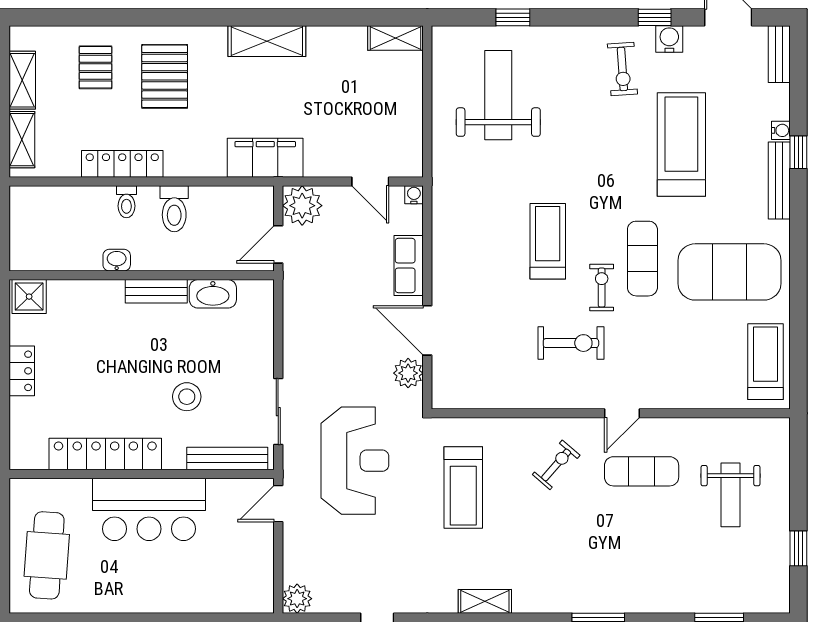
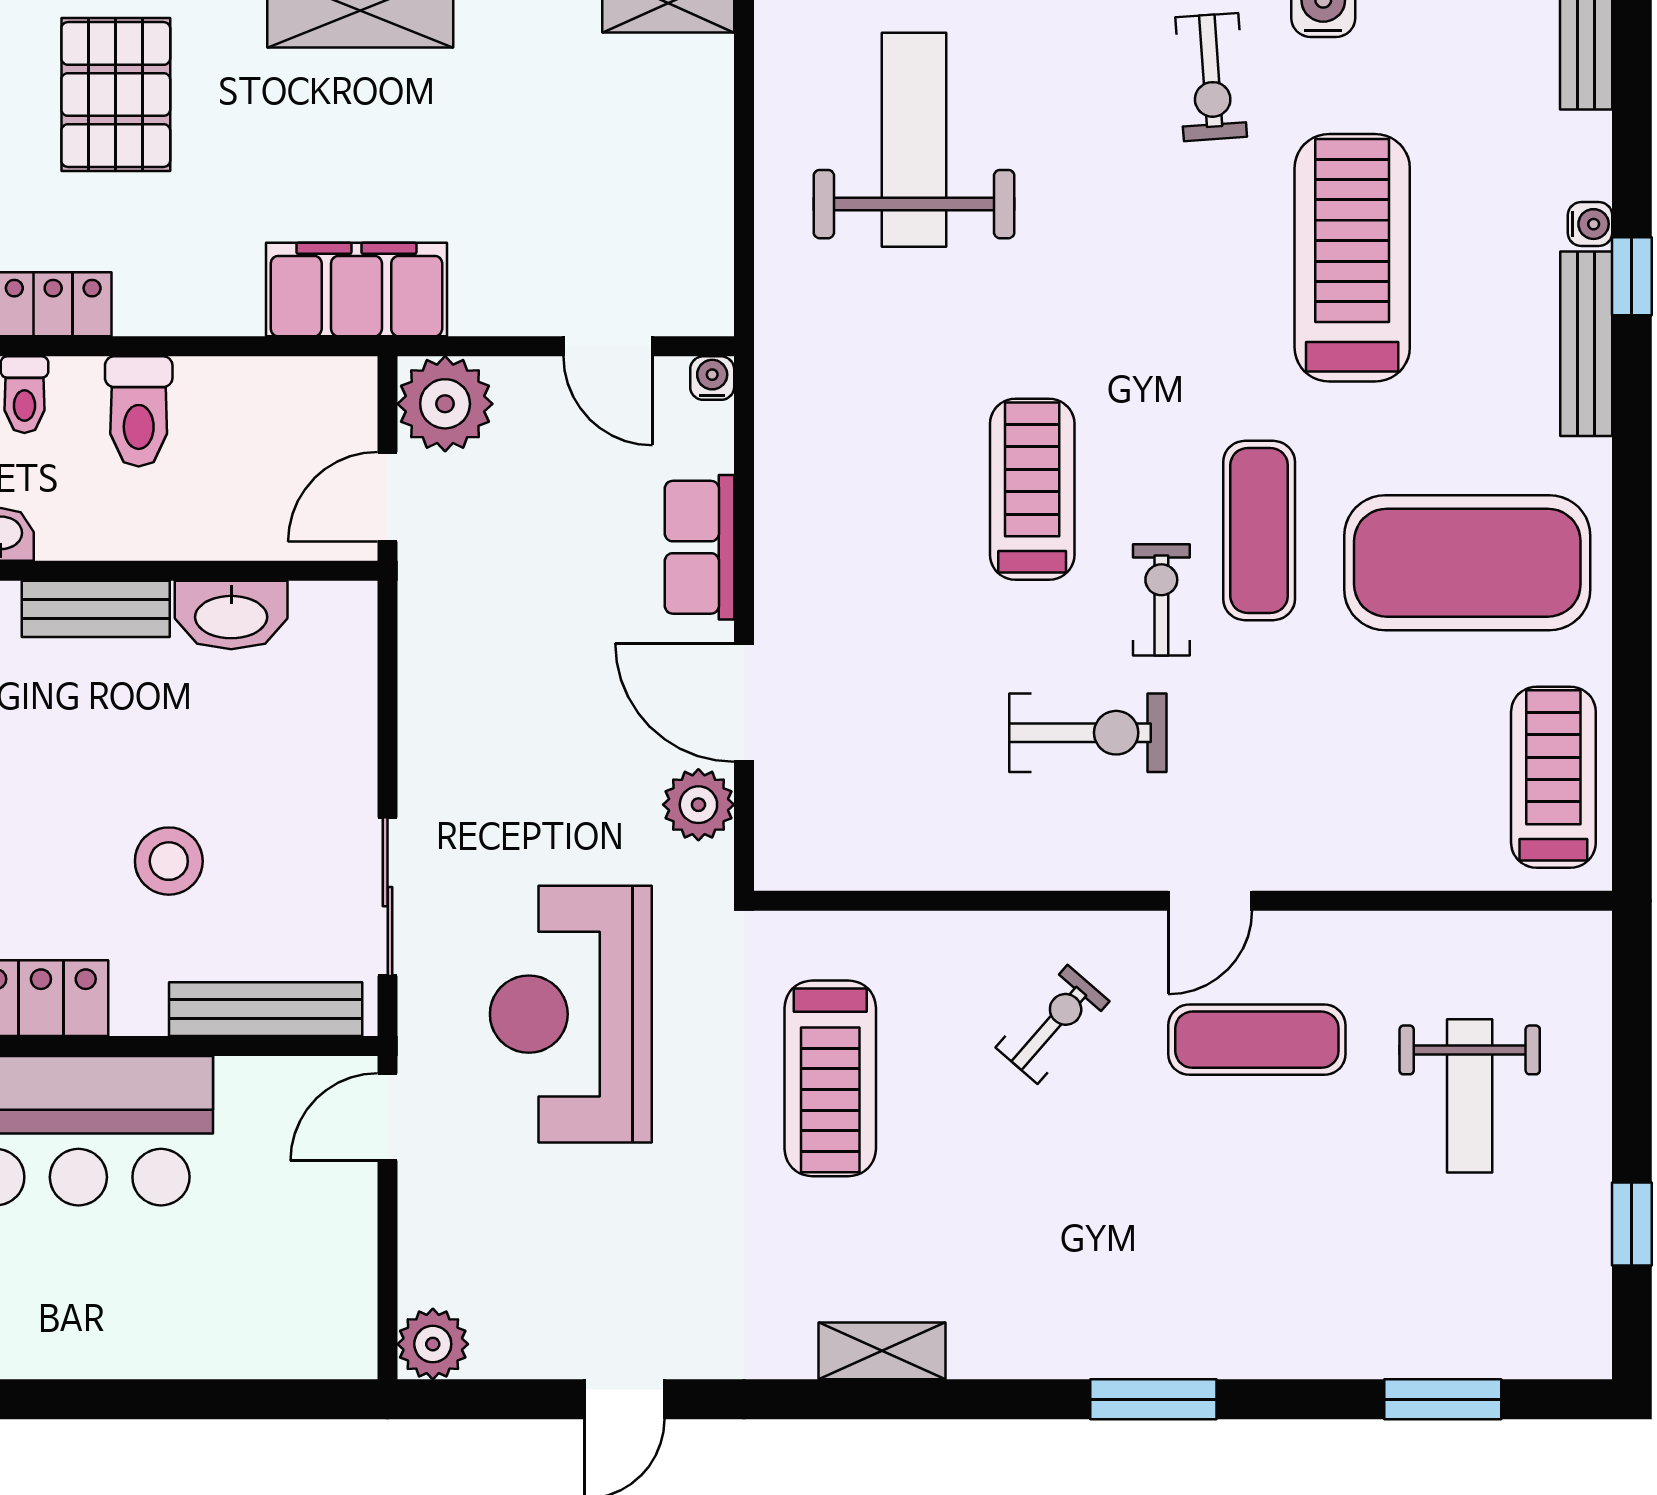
reception desk: (355, 461) -> (571, 1014), turned 180

